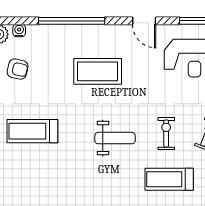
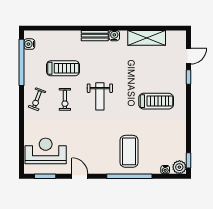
armchair: (18, 69) -> (166, 143), removed
coffee table: (98, 71) -> (129, 151), moved, turned 90
weight bench: (115, 138) -> (100, 96), turned -90

